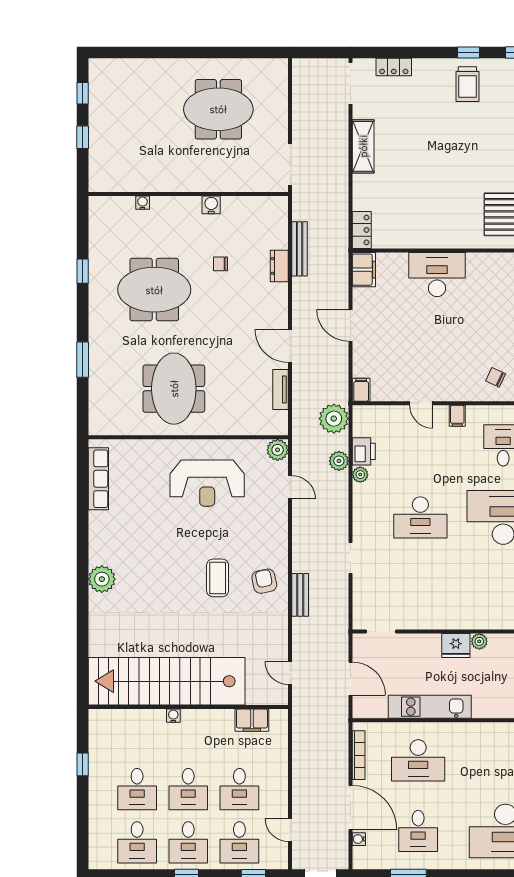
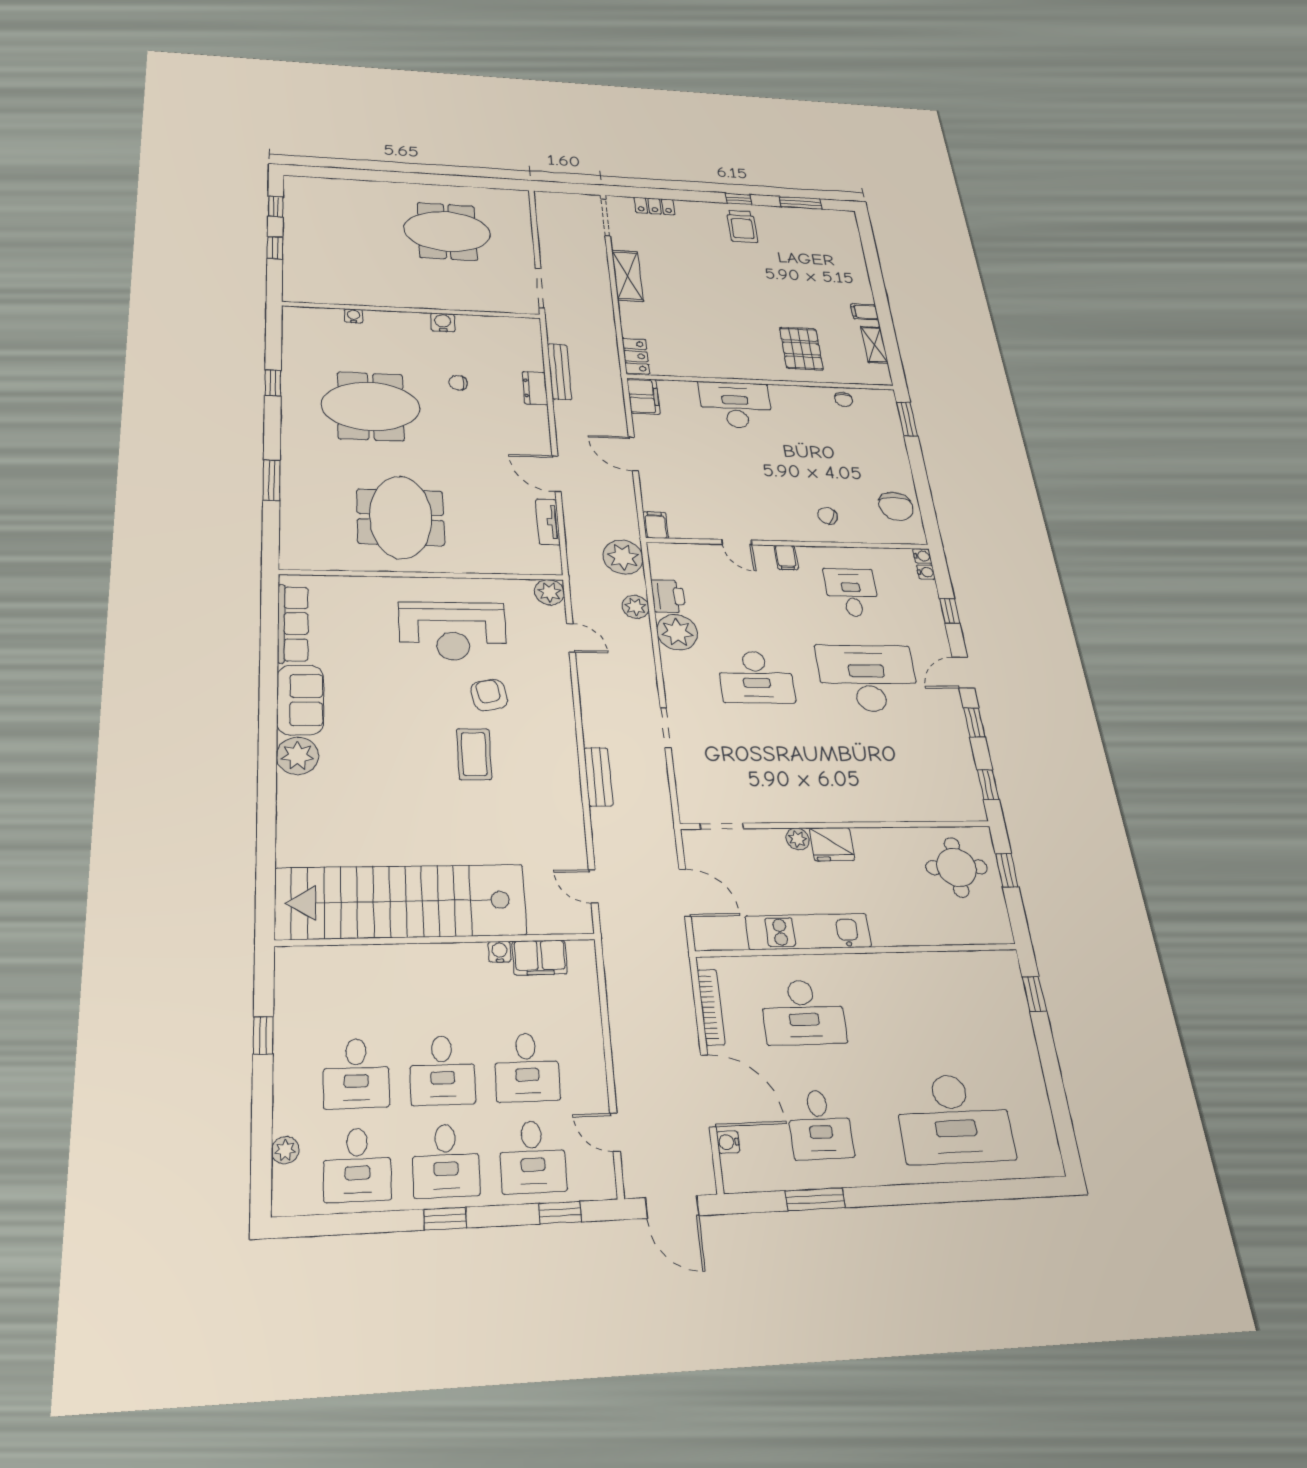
plant: (360, 475) -> (677, 632), width x1.88, depth x1.88
sofa: (103, 538) -> (300, 700), added
armchair: (264, 581) -> (489, 695), moved
plant: (479, 641) -> (798, 839), moved
water cooler: (173, 716) -> (500, 952), moved
plant: (96, 832) -> (285, 1150), added

